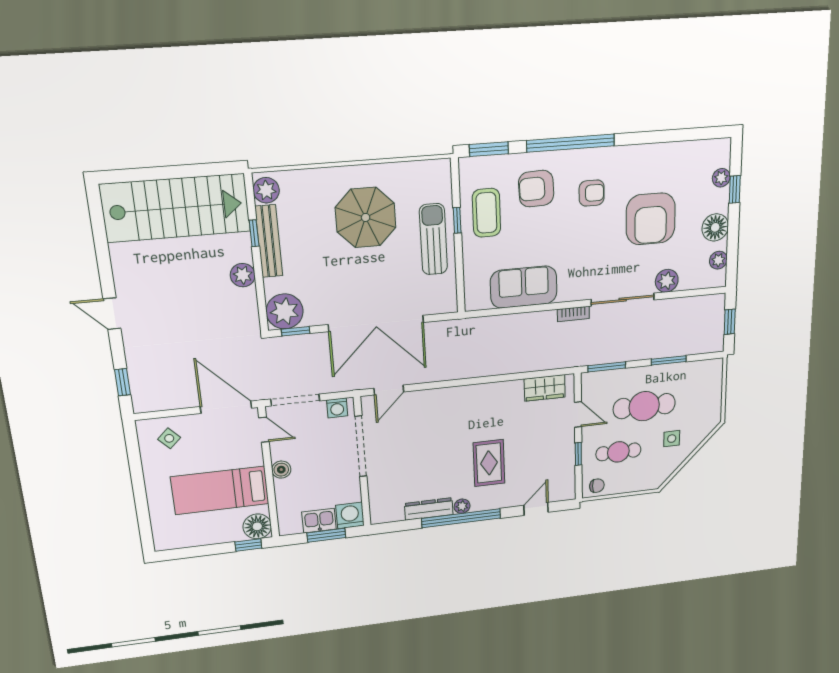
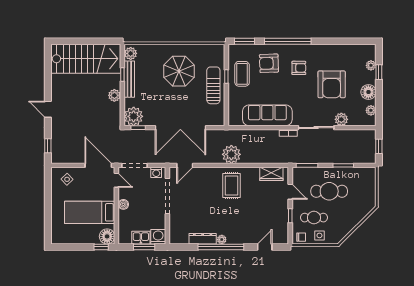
sofa: (524, 287) -> (267, 115), width x1.36
plant: (473, 362) -> (231, 154), added
side table: (672, 439) -> (319, 235), moved
rug: (489, 463) -> (231, 185), moved

